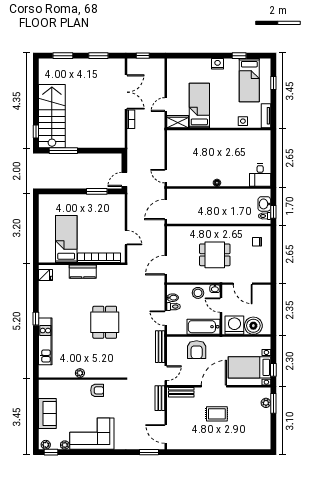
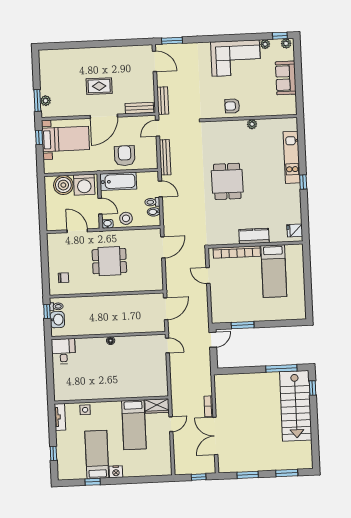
bed: (249, 80) -> (97, 455), moved

